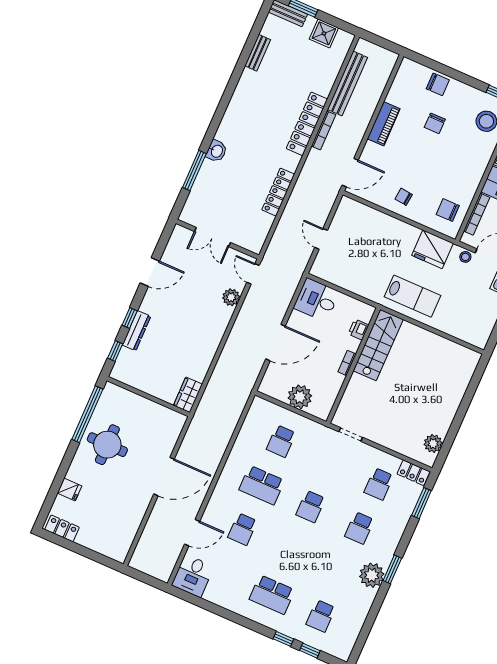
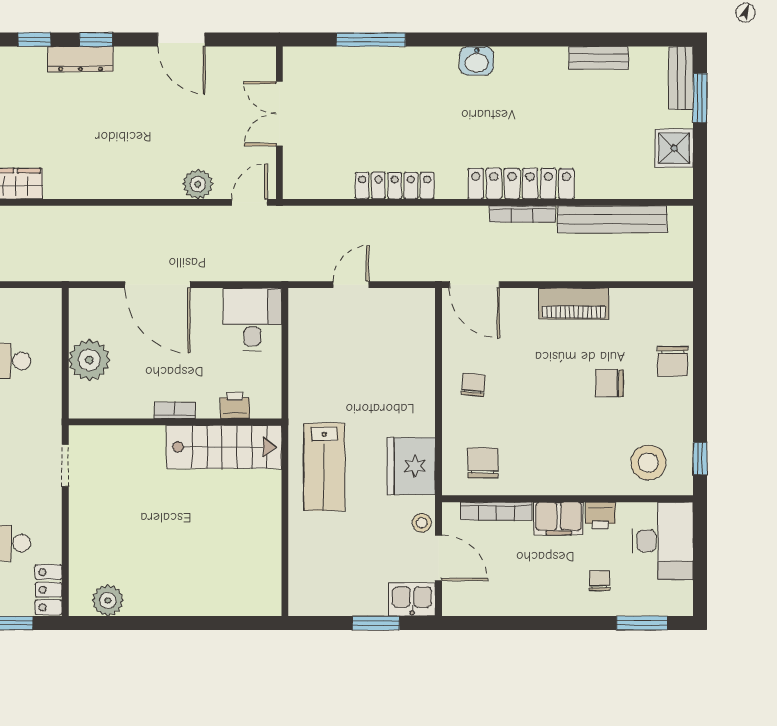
washbasin: (216, 151) -> (477, 61), moved

